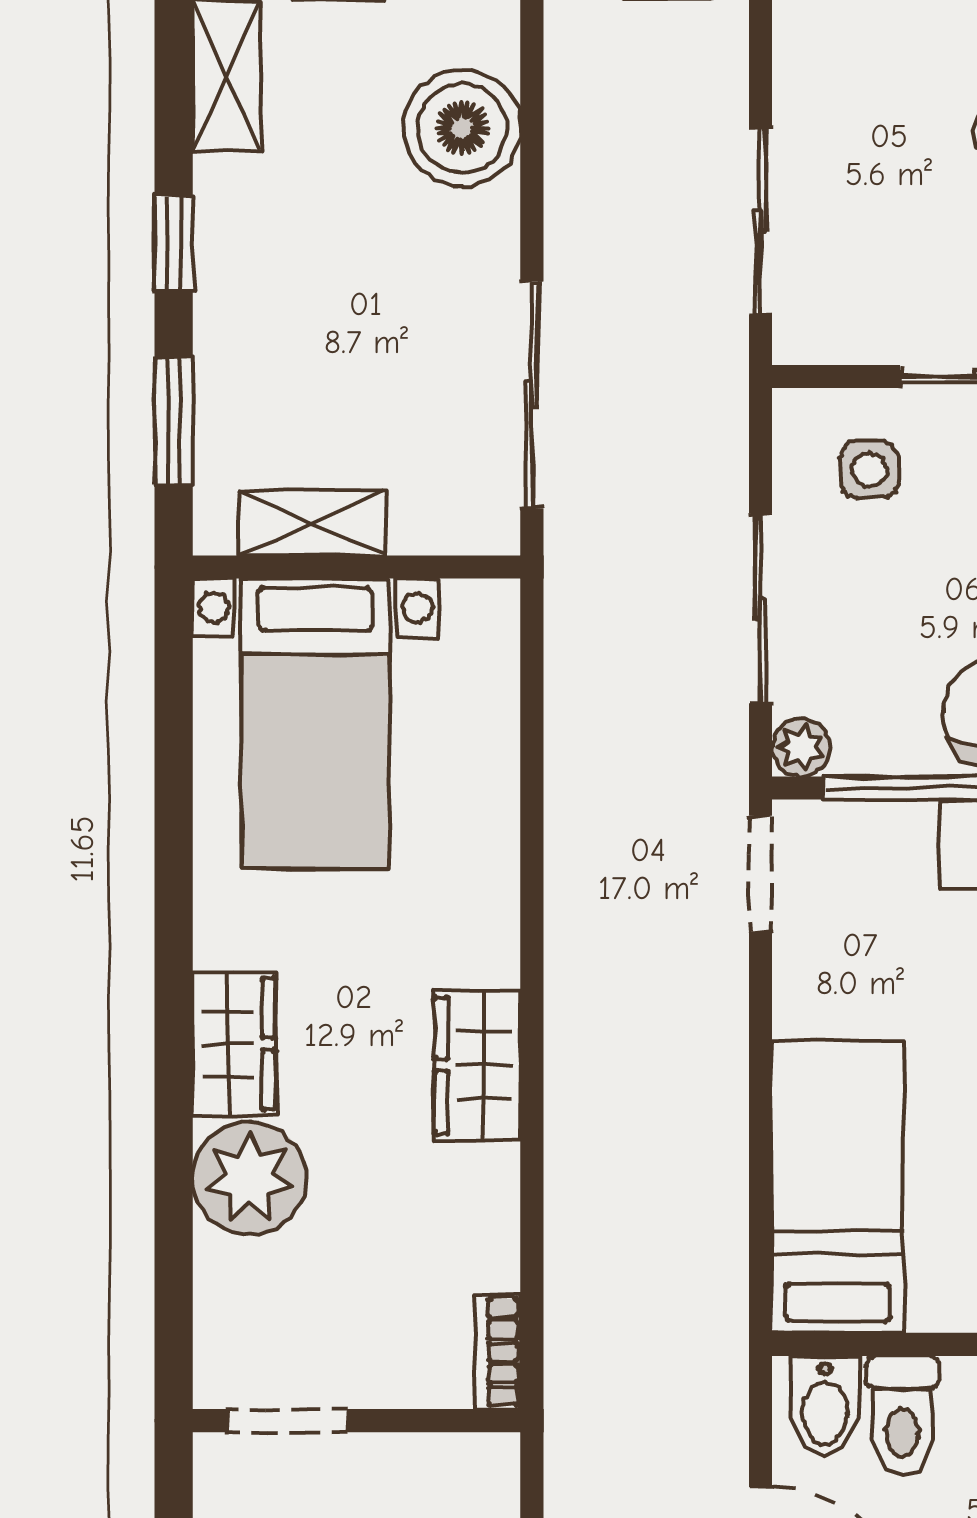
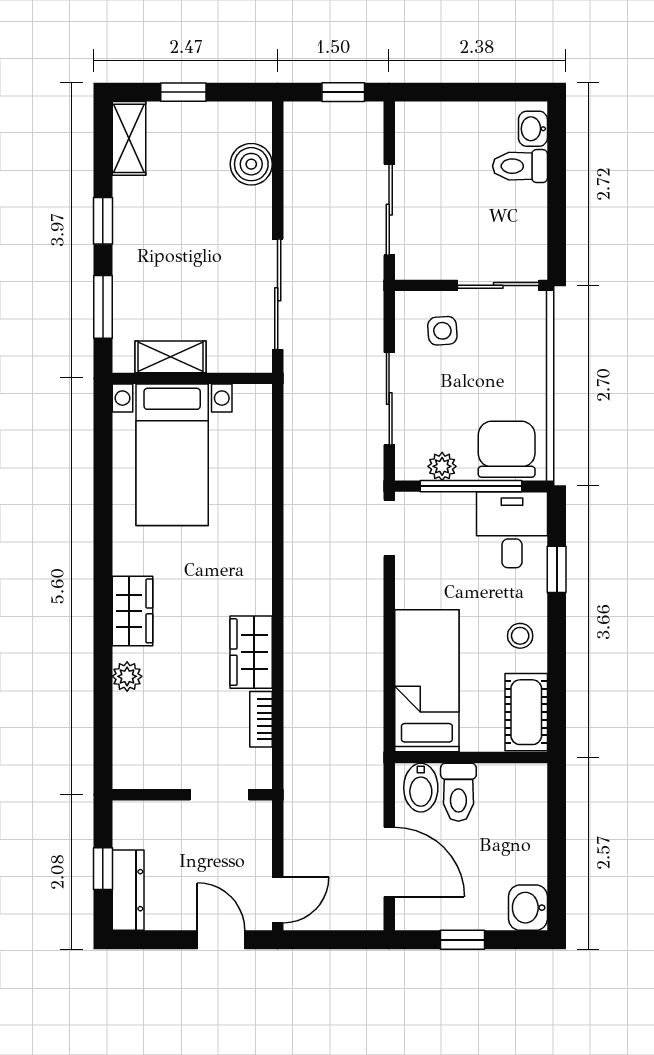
boiler: (462, 128) -> (251, 164), width x0.73, depth x0.73
plant: (801, 748) -> (442, 466), moved
wardrobe: (477, 1065) -> (251, 652), moved
plant: (250, 1178) -> (127, 676), width x0.53, depth x0.53
bookcase: (498, 1352) -> (261, 719), moved
doorway: (287, 1421) -> (220, 795), moved

